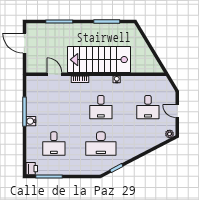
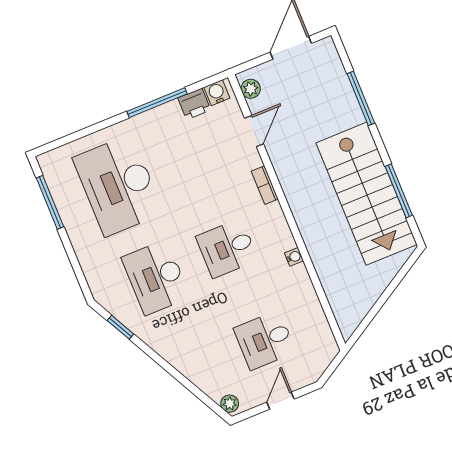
stairs: (99, 60) -> (366, 194), moved, turned 180
plant: (35, 68) -> (251, 89), added
water cooler: (31, 121) -> (217, 93), moved
desk: (54, 144) -> (118, 186), width x1.87, depth x1.30
printer: (32, 169) -> (194, 104), moved

